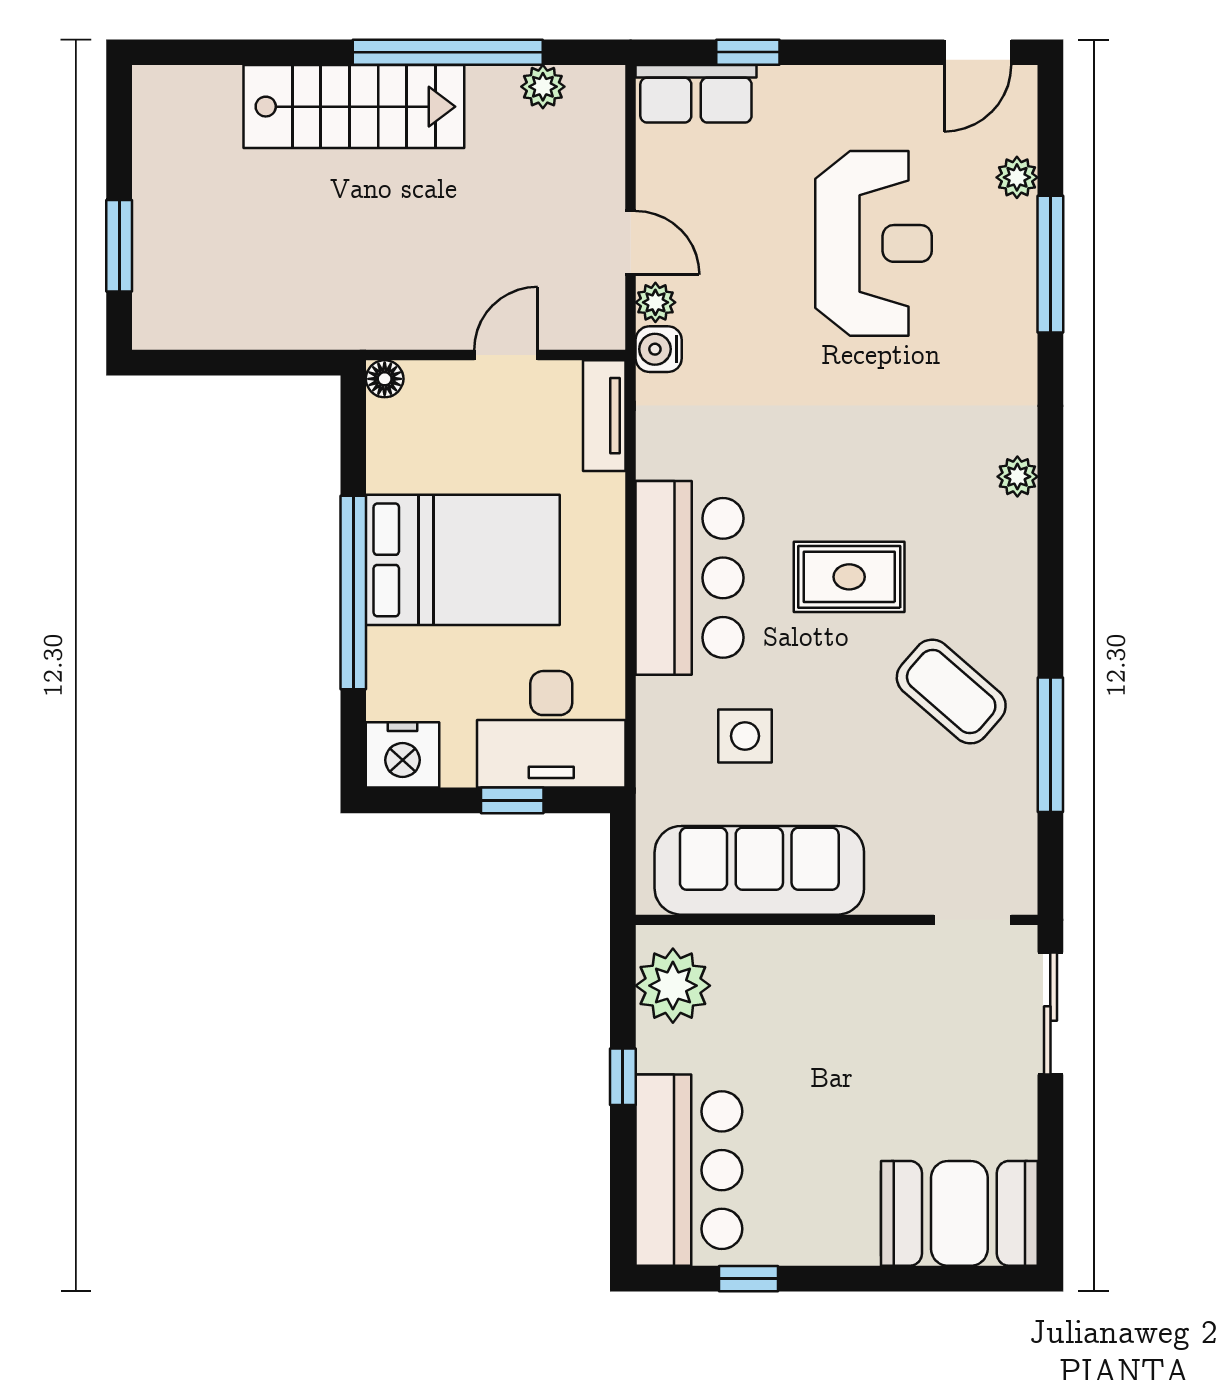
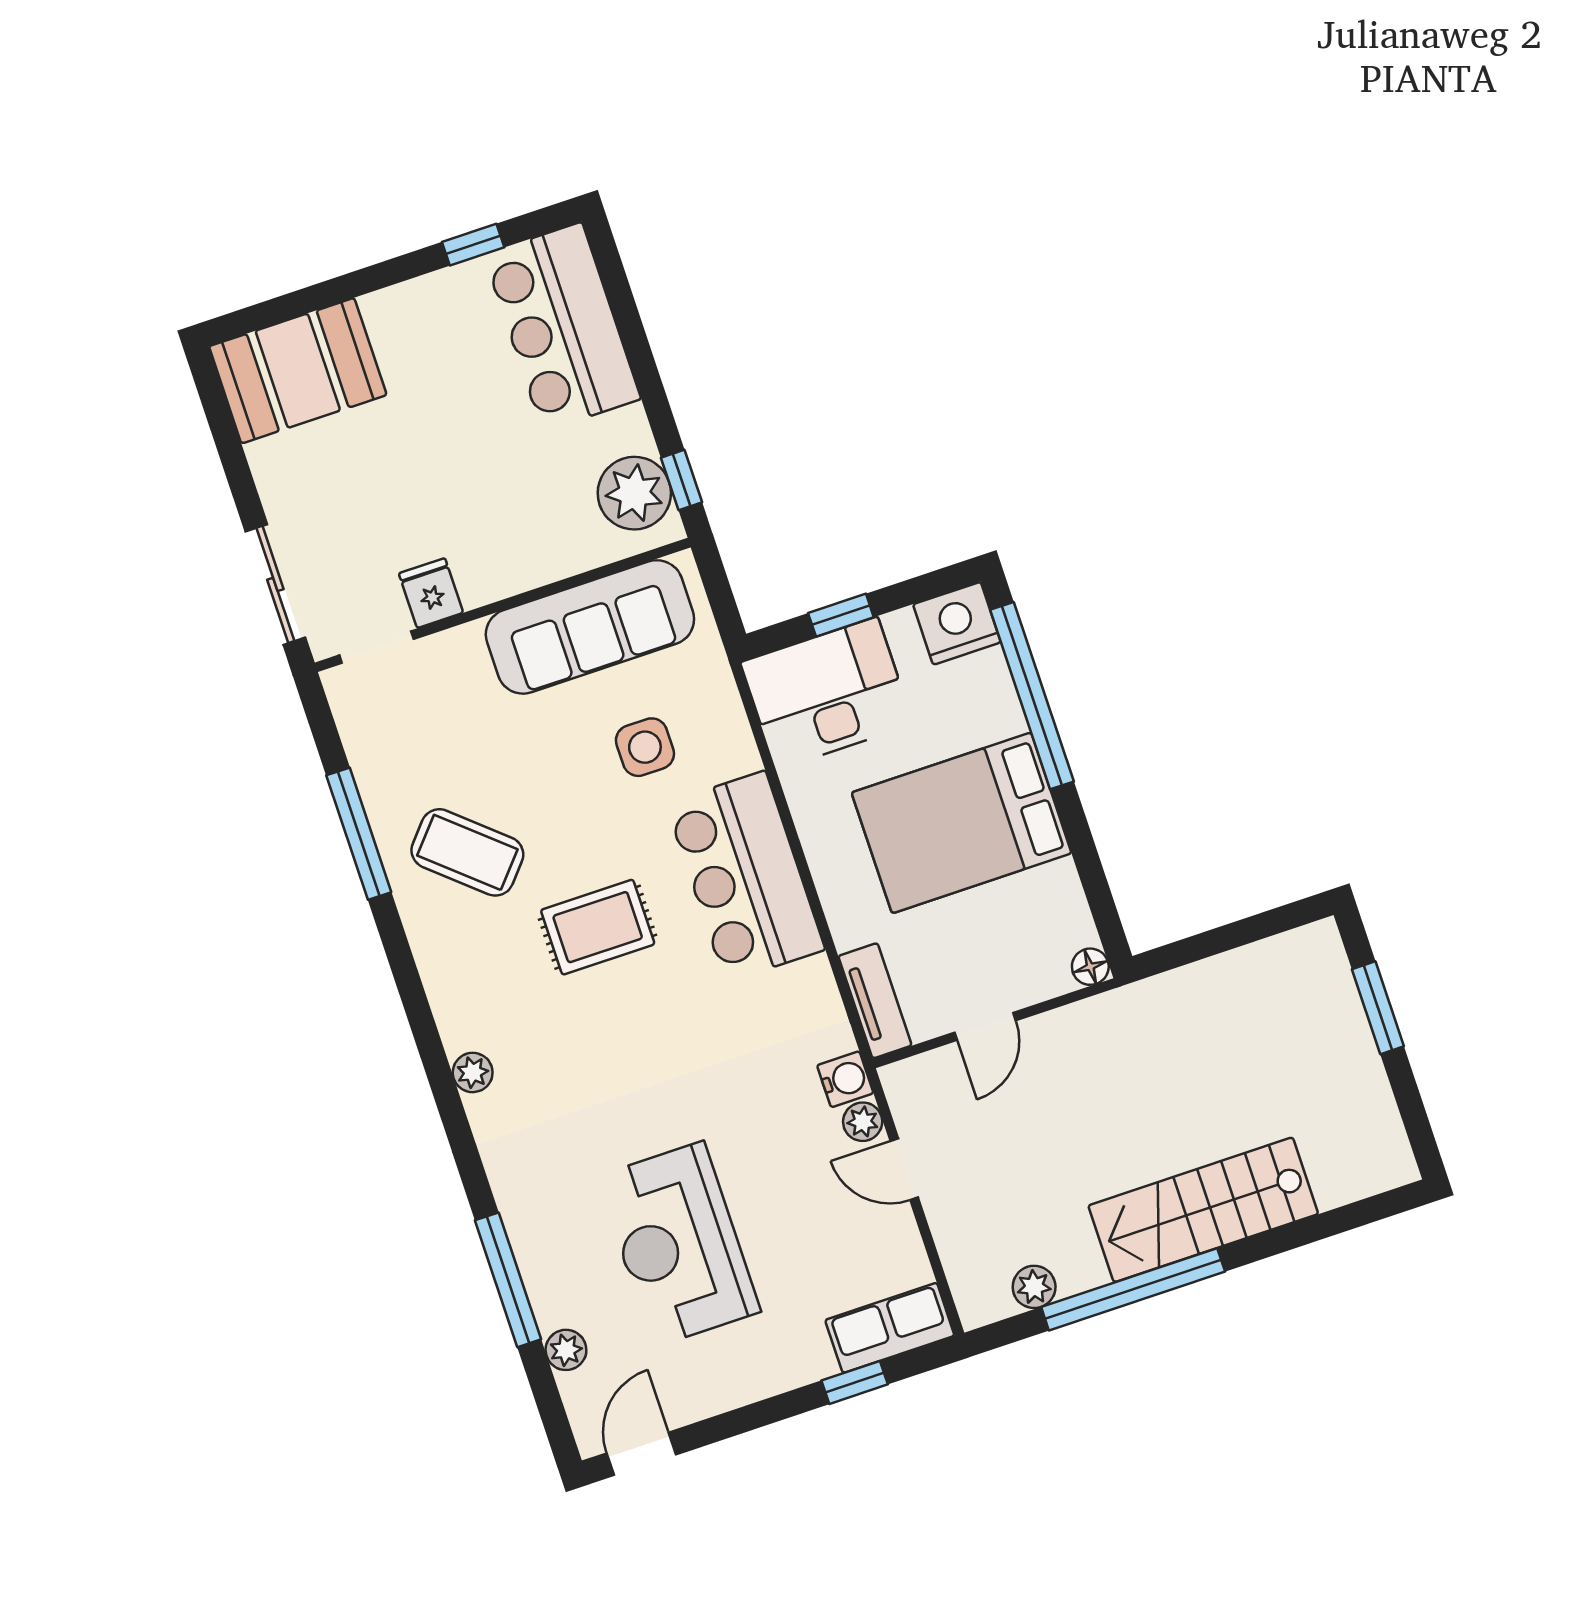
window: (353, 593) -> (1032, 696), moved
fridge: (902, 955) -> (431, 593), added
window: (623, 1077) -> (681, 480), moved

